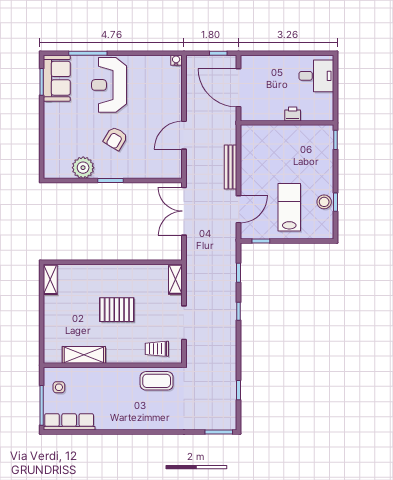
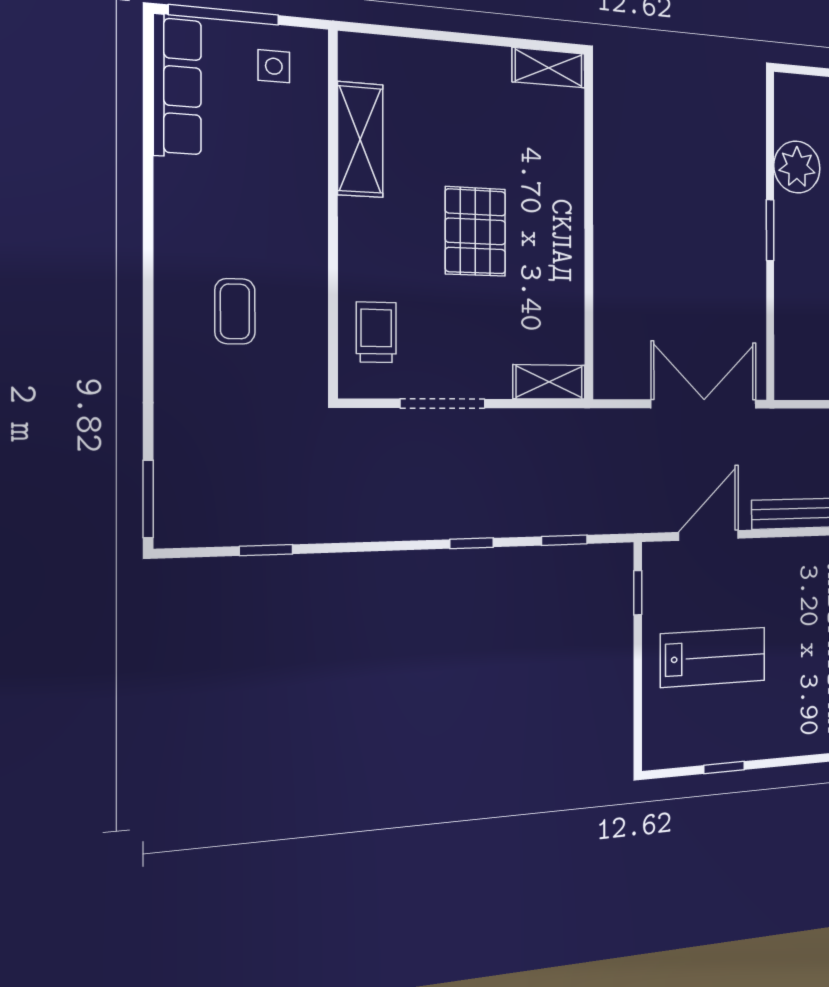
stool: (324, 202) -> (725, 740), removed
door: (239, 209) -> (709, 535), swing flipped
coffee table: (157, 381) -> (235, 311), moved, width x0.73, depth x0.77

